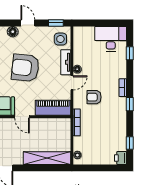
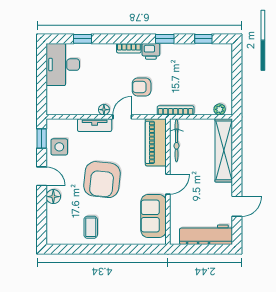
door: (28, 23) -> (42, 176), swing flipped
side table: (60, 39) -> (59, 147), moved
door: (72, 83) -> (122, 117), hinge flipped
armchair: (94, 97) -> (142, 87), turned 90
window: (130, 104) -> (165, 39), moved
bicycle: (54, 123) -> (176, 141), added
printer: (121, 158) -> (151, 51), moved

